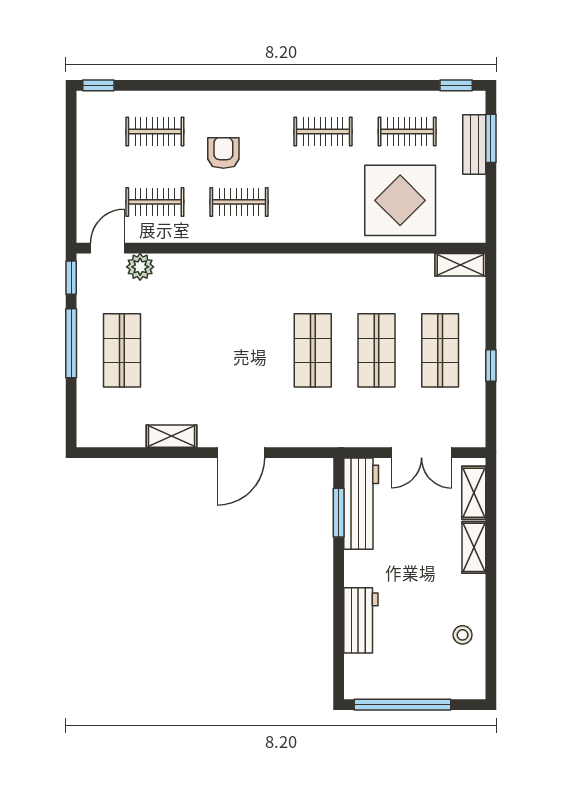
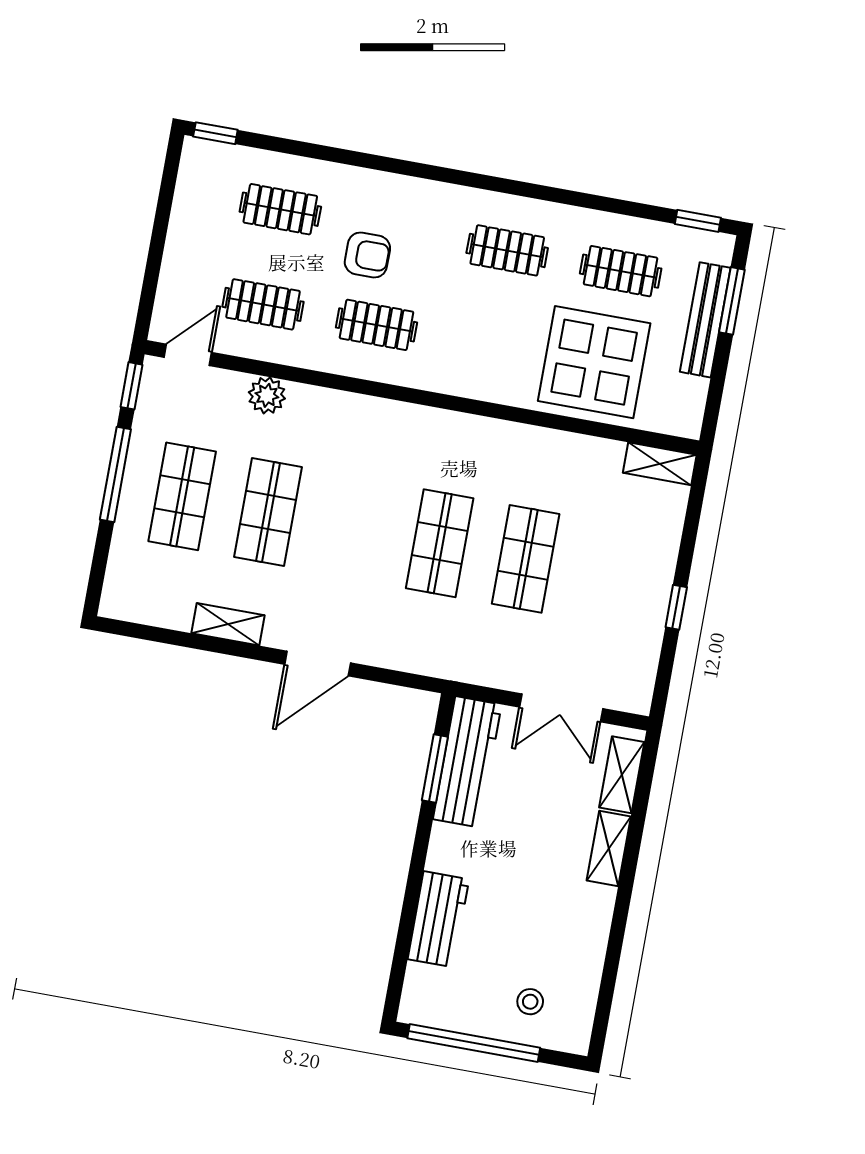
bench: (474, 145) -> (705, 320), width x1.36
armchair: (223, 153) -> (367, 255), turned 90
plant: (140, 267) -> (267, 395), moved
shop shelf: (440, 350) -> (268, 512), moved
stool: (463, 635) -> (530, 1002), moved

